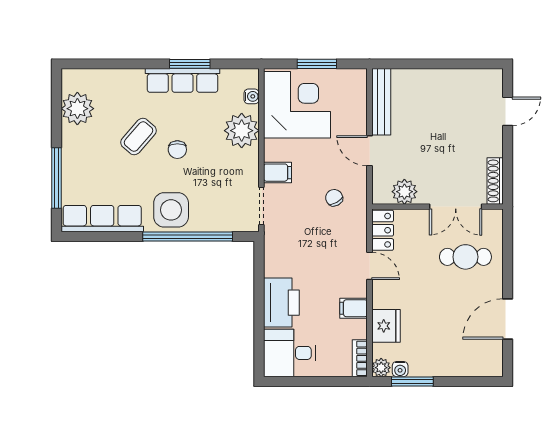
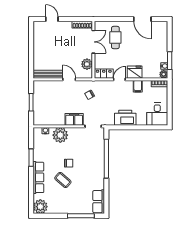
row of seats: (183, 80) -> (38, 177), moved
corner desk: (297, 105) -> (49, 111), removed
plant: (77, 109) -> (40, 207), moved
door: (370, 151) -> (69, 79), swing flipped
filing cabinet: (277, 173) -> (74, 119), width x2.00
side table: (171, 210) -> (95, 166), removed
row of seats: (102, 219) -> (99, 202), width x0.68
printer: (281, 303) -> (125, 118), moved
fridge: (386, 326) -> (135, 72), moved

